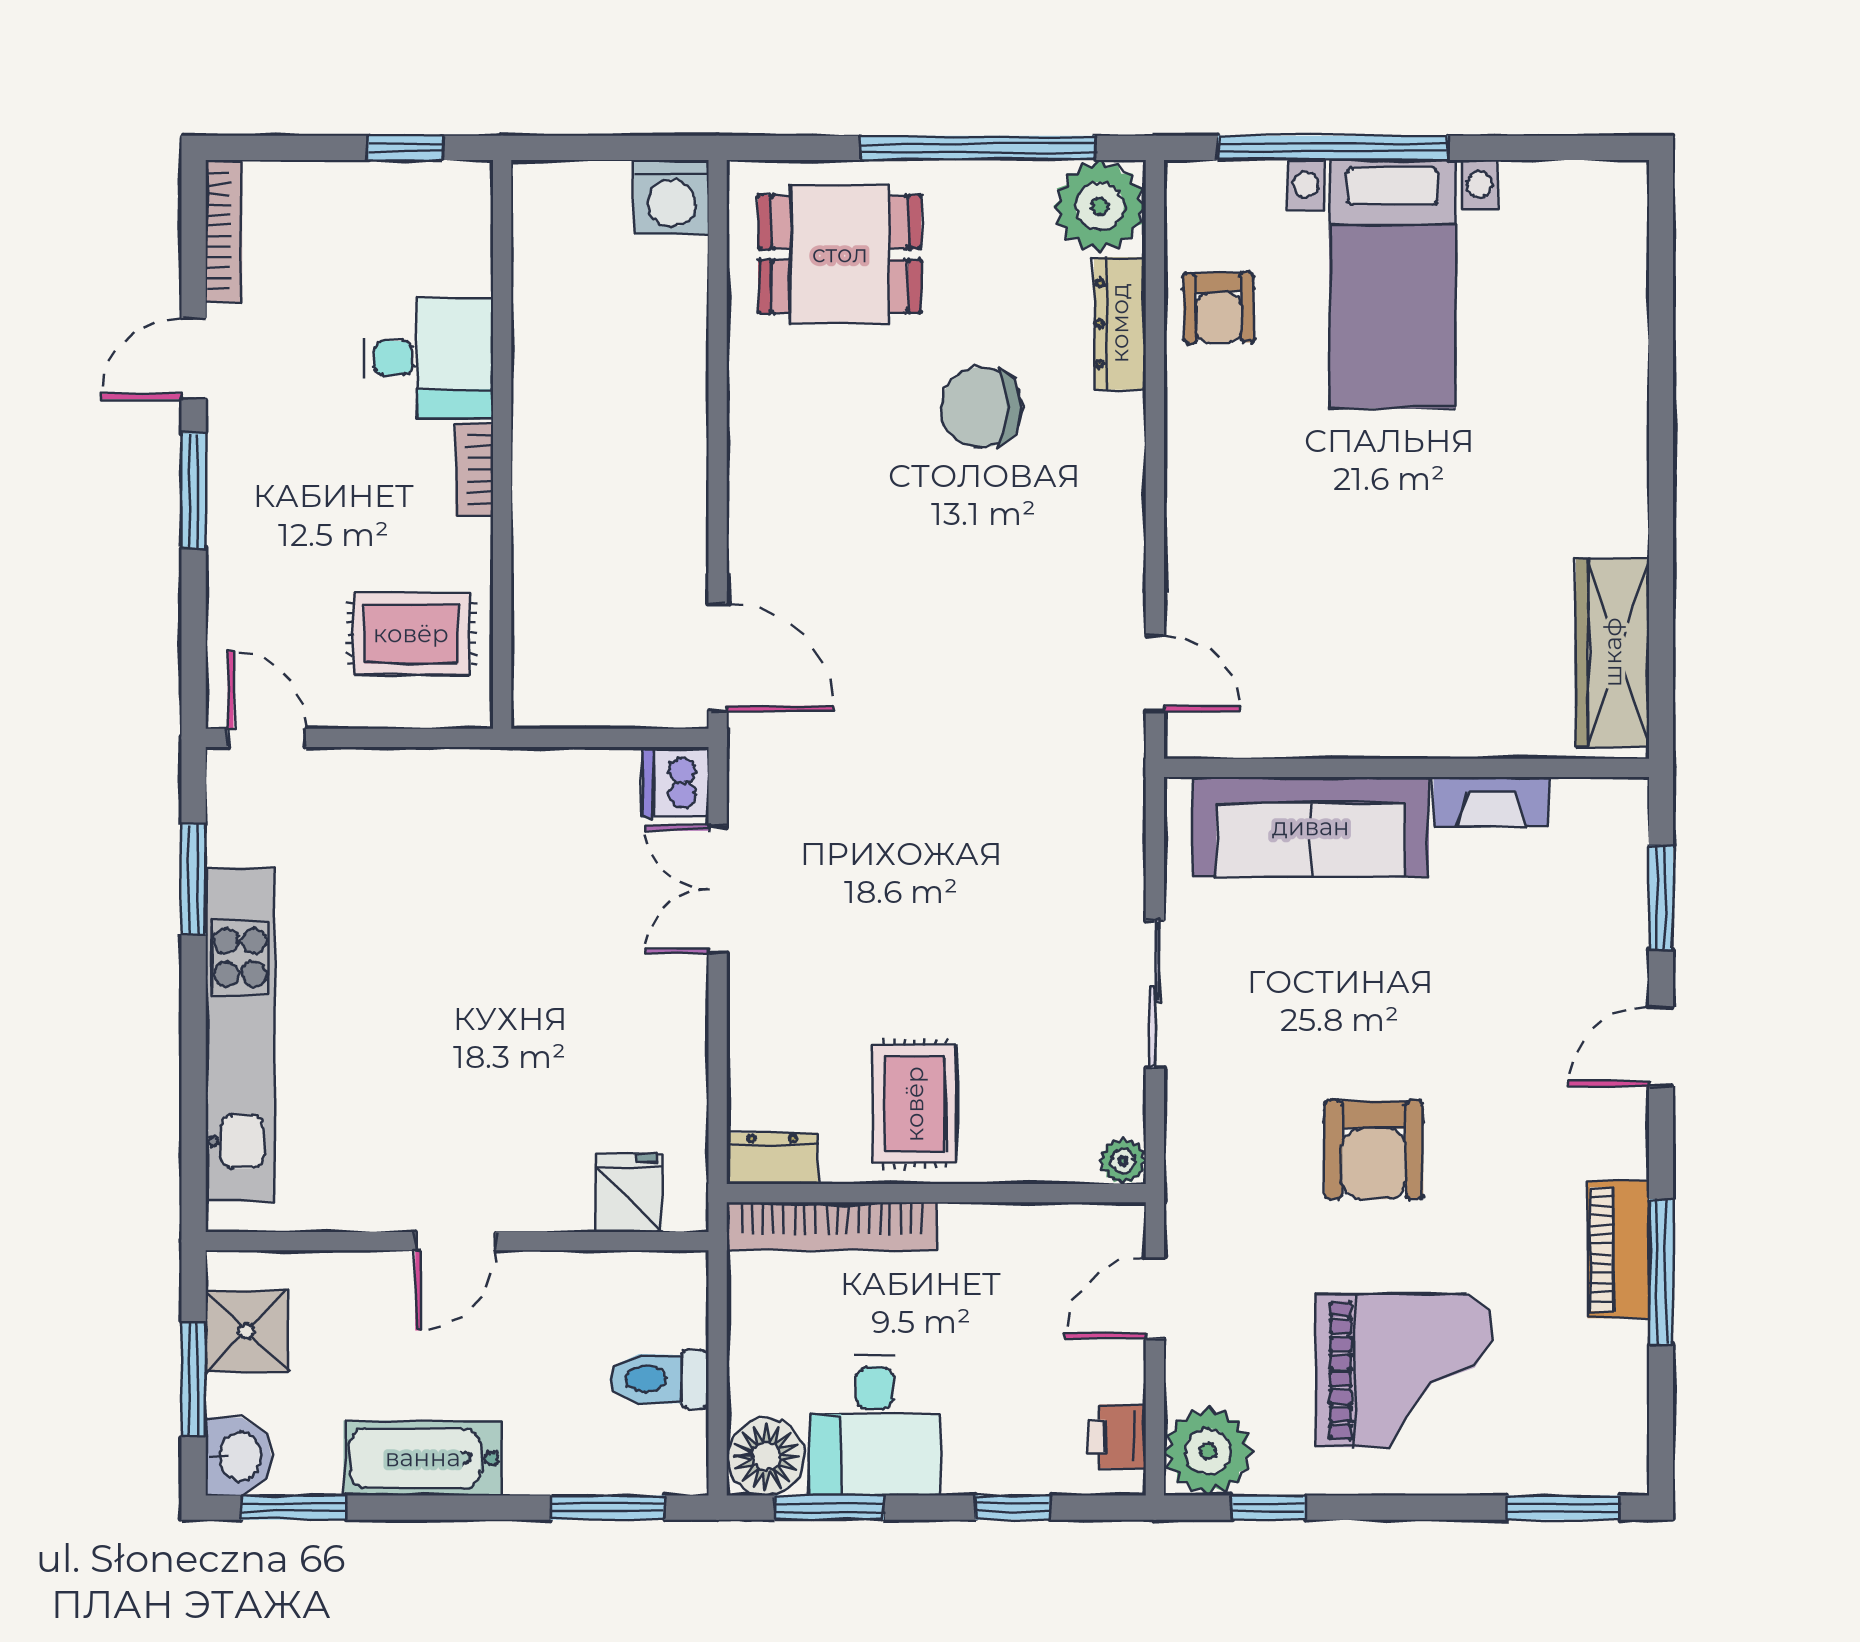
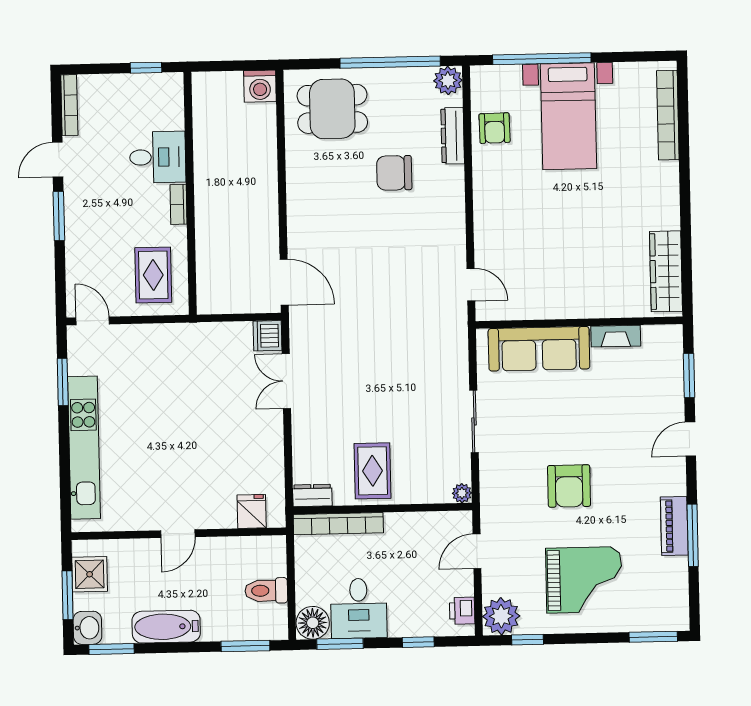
plant: (1100, 206) -> (448, 80), width x0.73, depth x0.73
bookcase: (1625, 287) -> (668, 115), added
rug: (411, 634) -> (153, 275), turned 90

